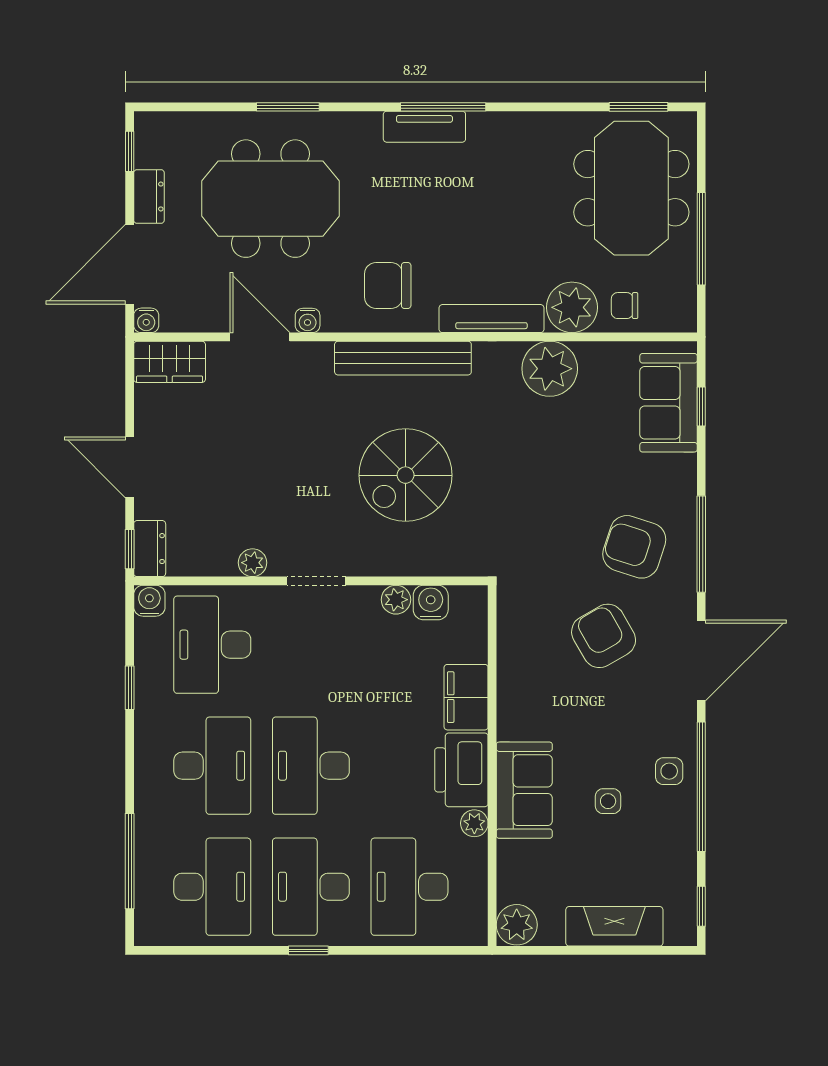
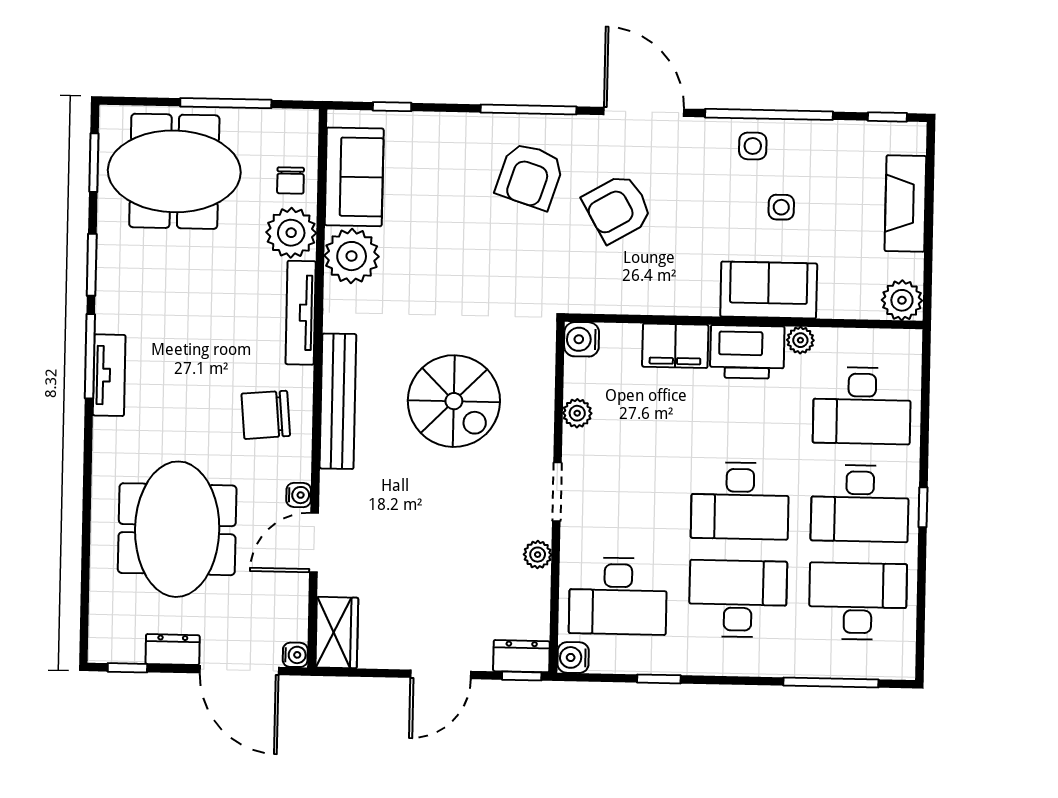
window: (288, 107) -> (92, 265), moved
chair: (388, 285) -> (266, 415), turned 85
sofa: (669, 403) -> (354, 177), moved, turned -90
water cooler: (431, 603) -> (582, 339), moved

